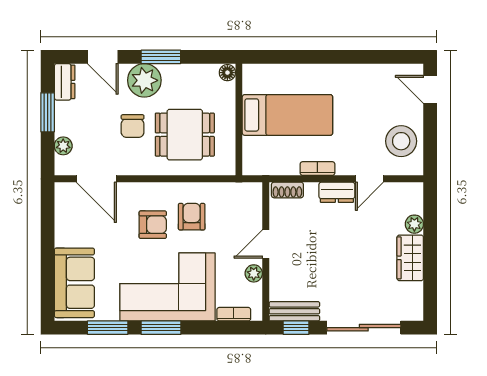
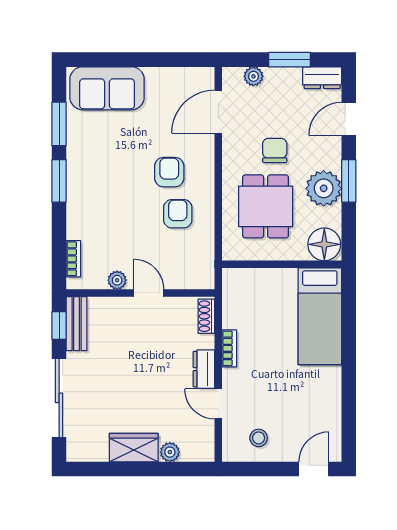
floor lamp: (227, 73) -> (324, 244), width x1.89, depth x1.89
plant: (144, 80) -> (324, 188), moved
bed: (287, 115) -> (320, 316), moved
chair: (133, 126) -> (275, 151), turned 90
stool: (401, 141) -> (259, 438), width x0.53, depth x0.53
armchair: (192, 217) -> (178, 214), turned -90
armchair: (153, 225) -> (169, 172), turned 180
corner sofa: (167, 287) -> (103, 188), removed

